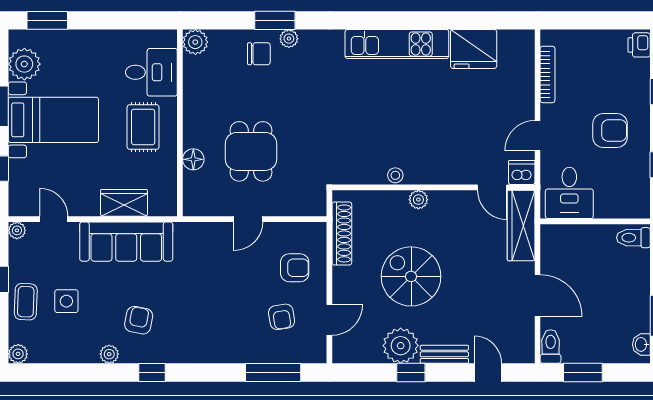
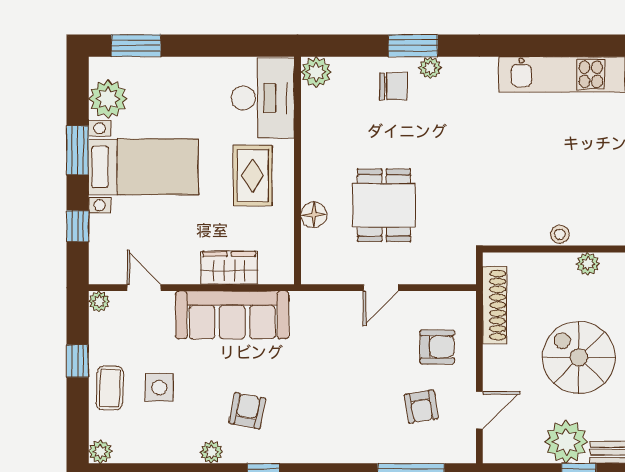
desk: (151, 72) -> (263, 98), width x1.37

